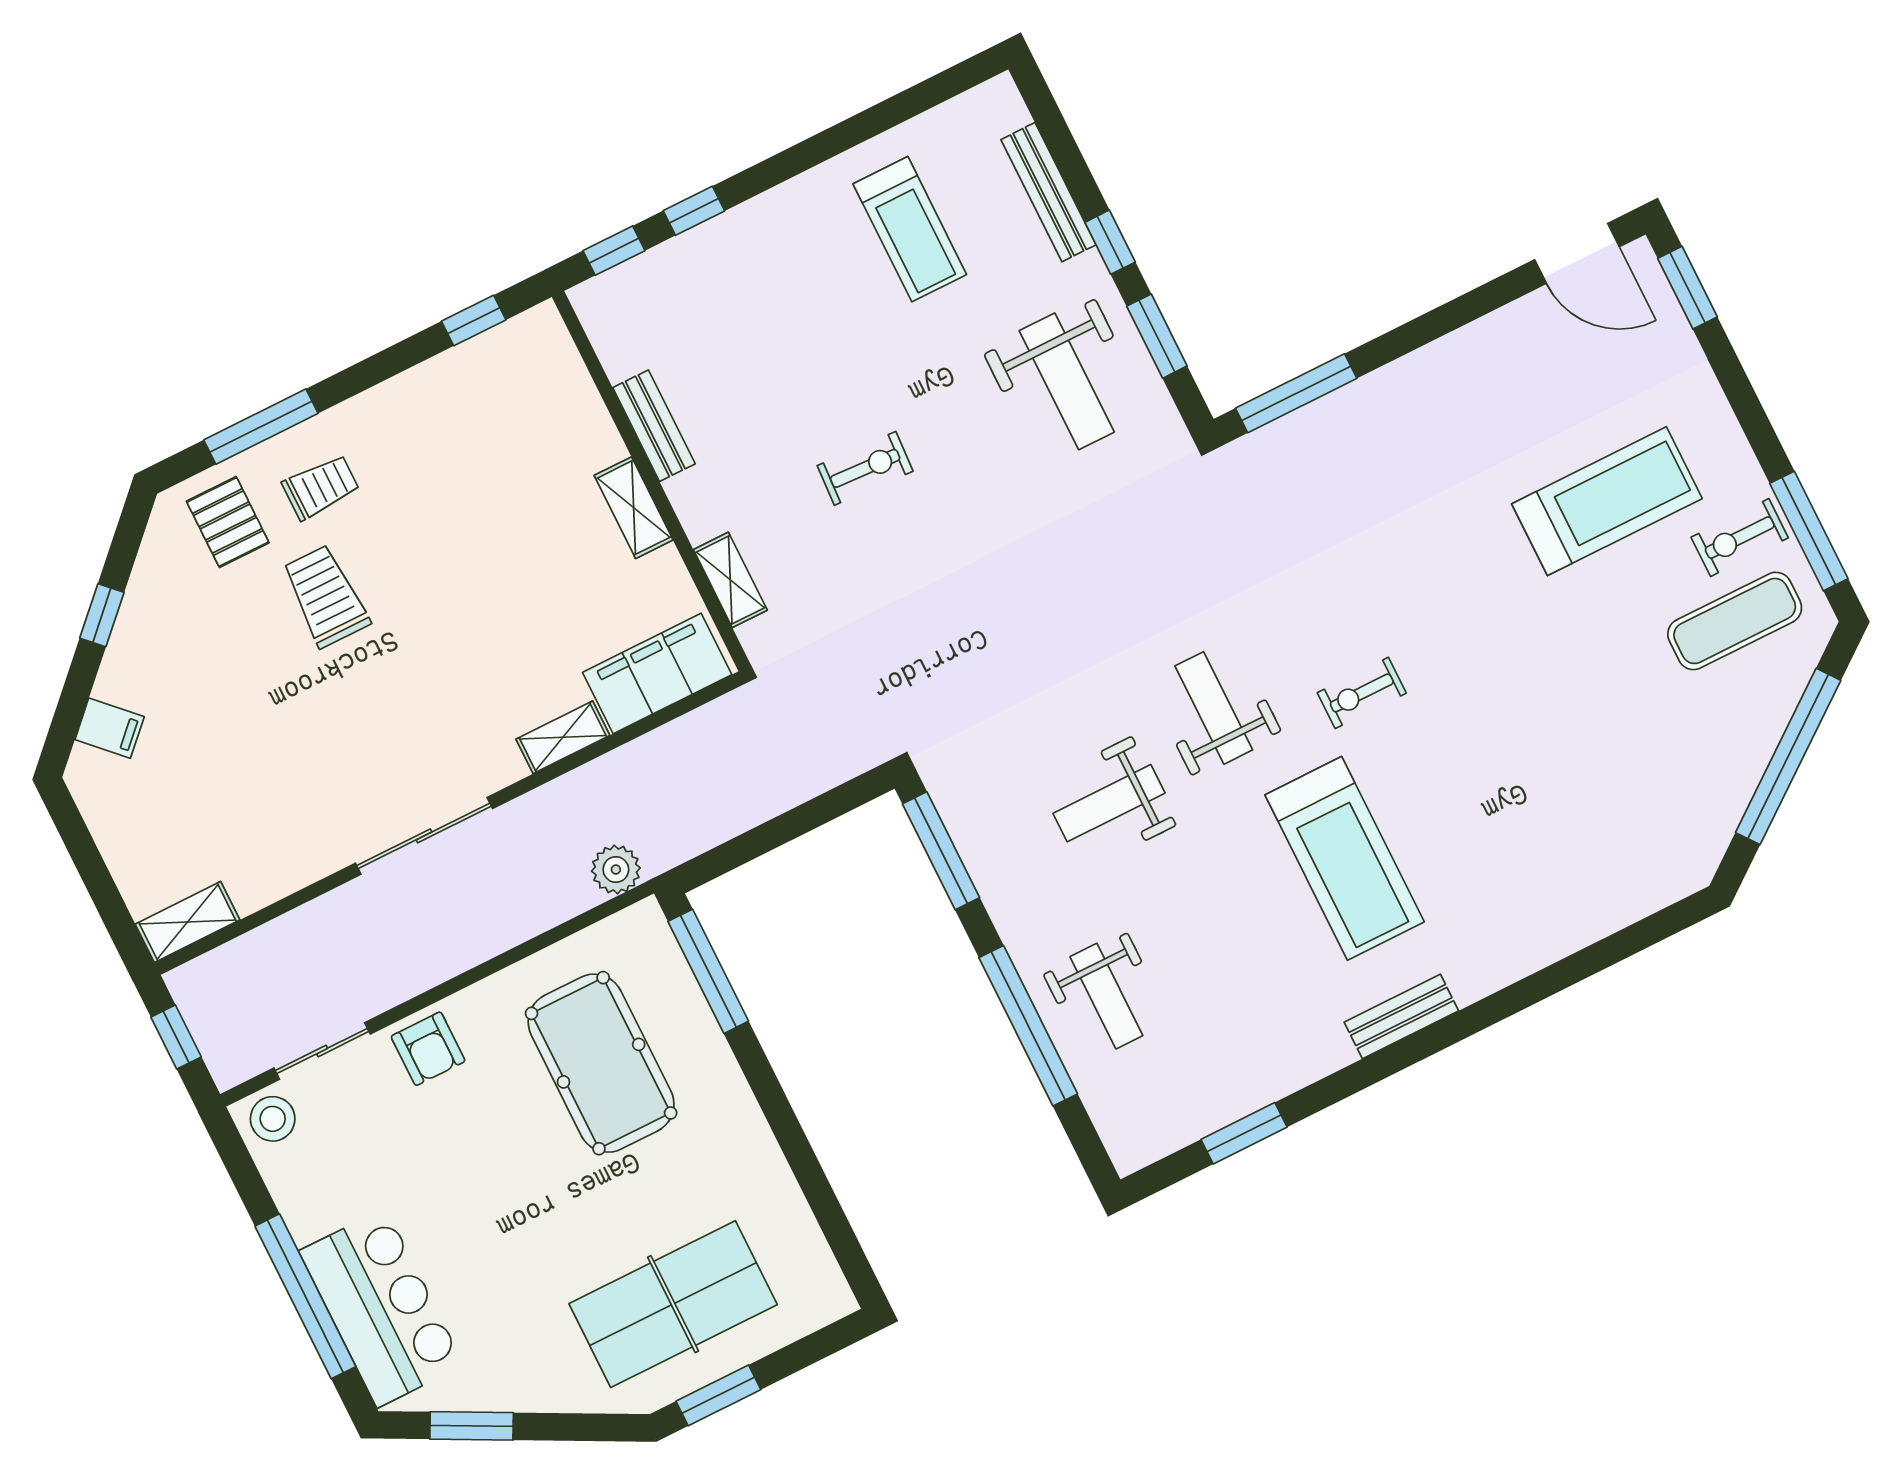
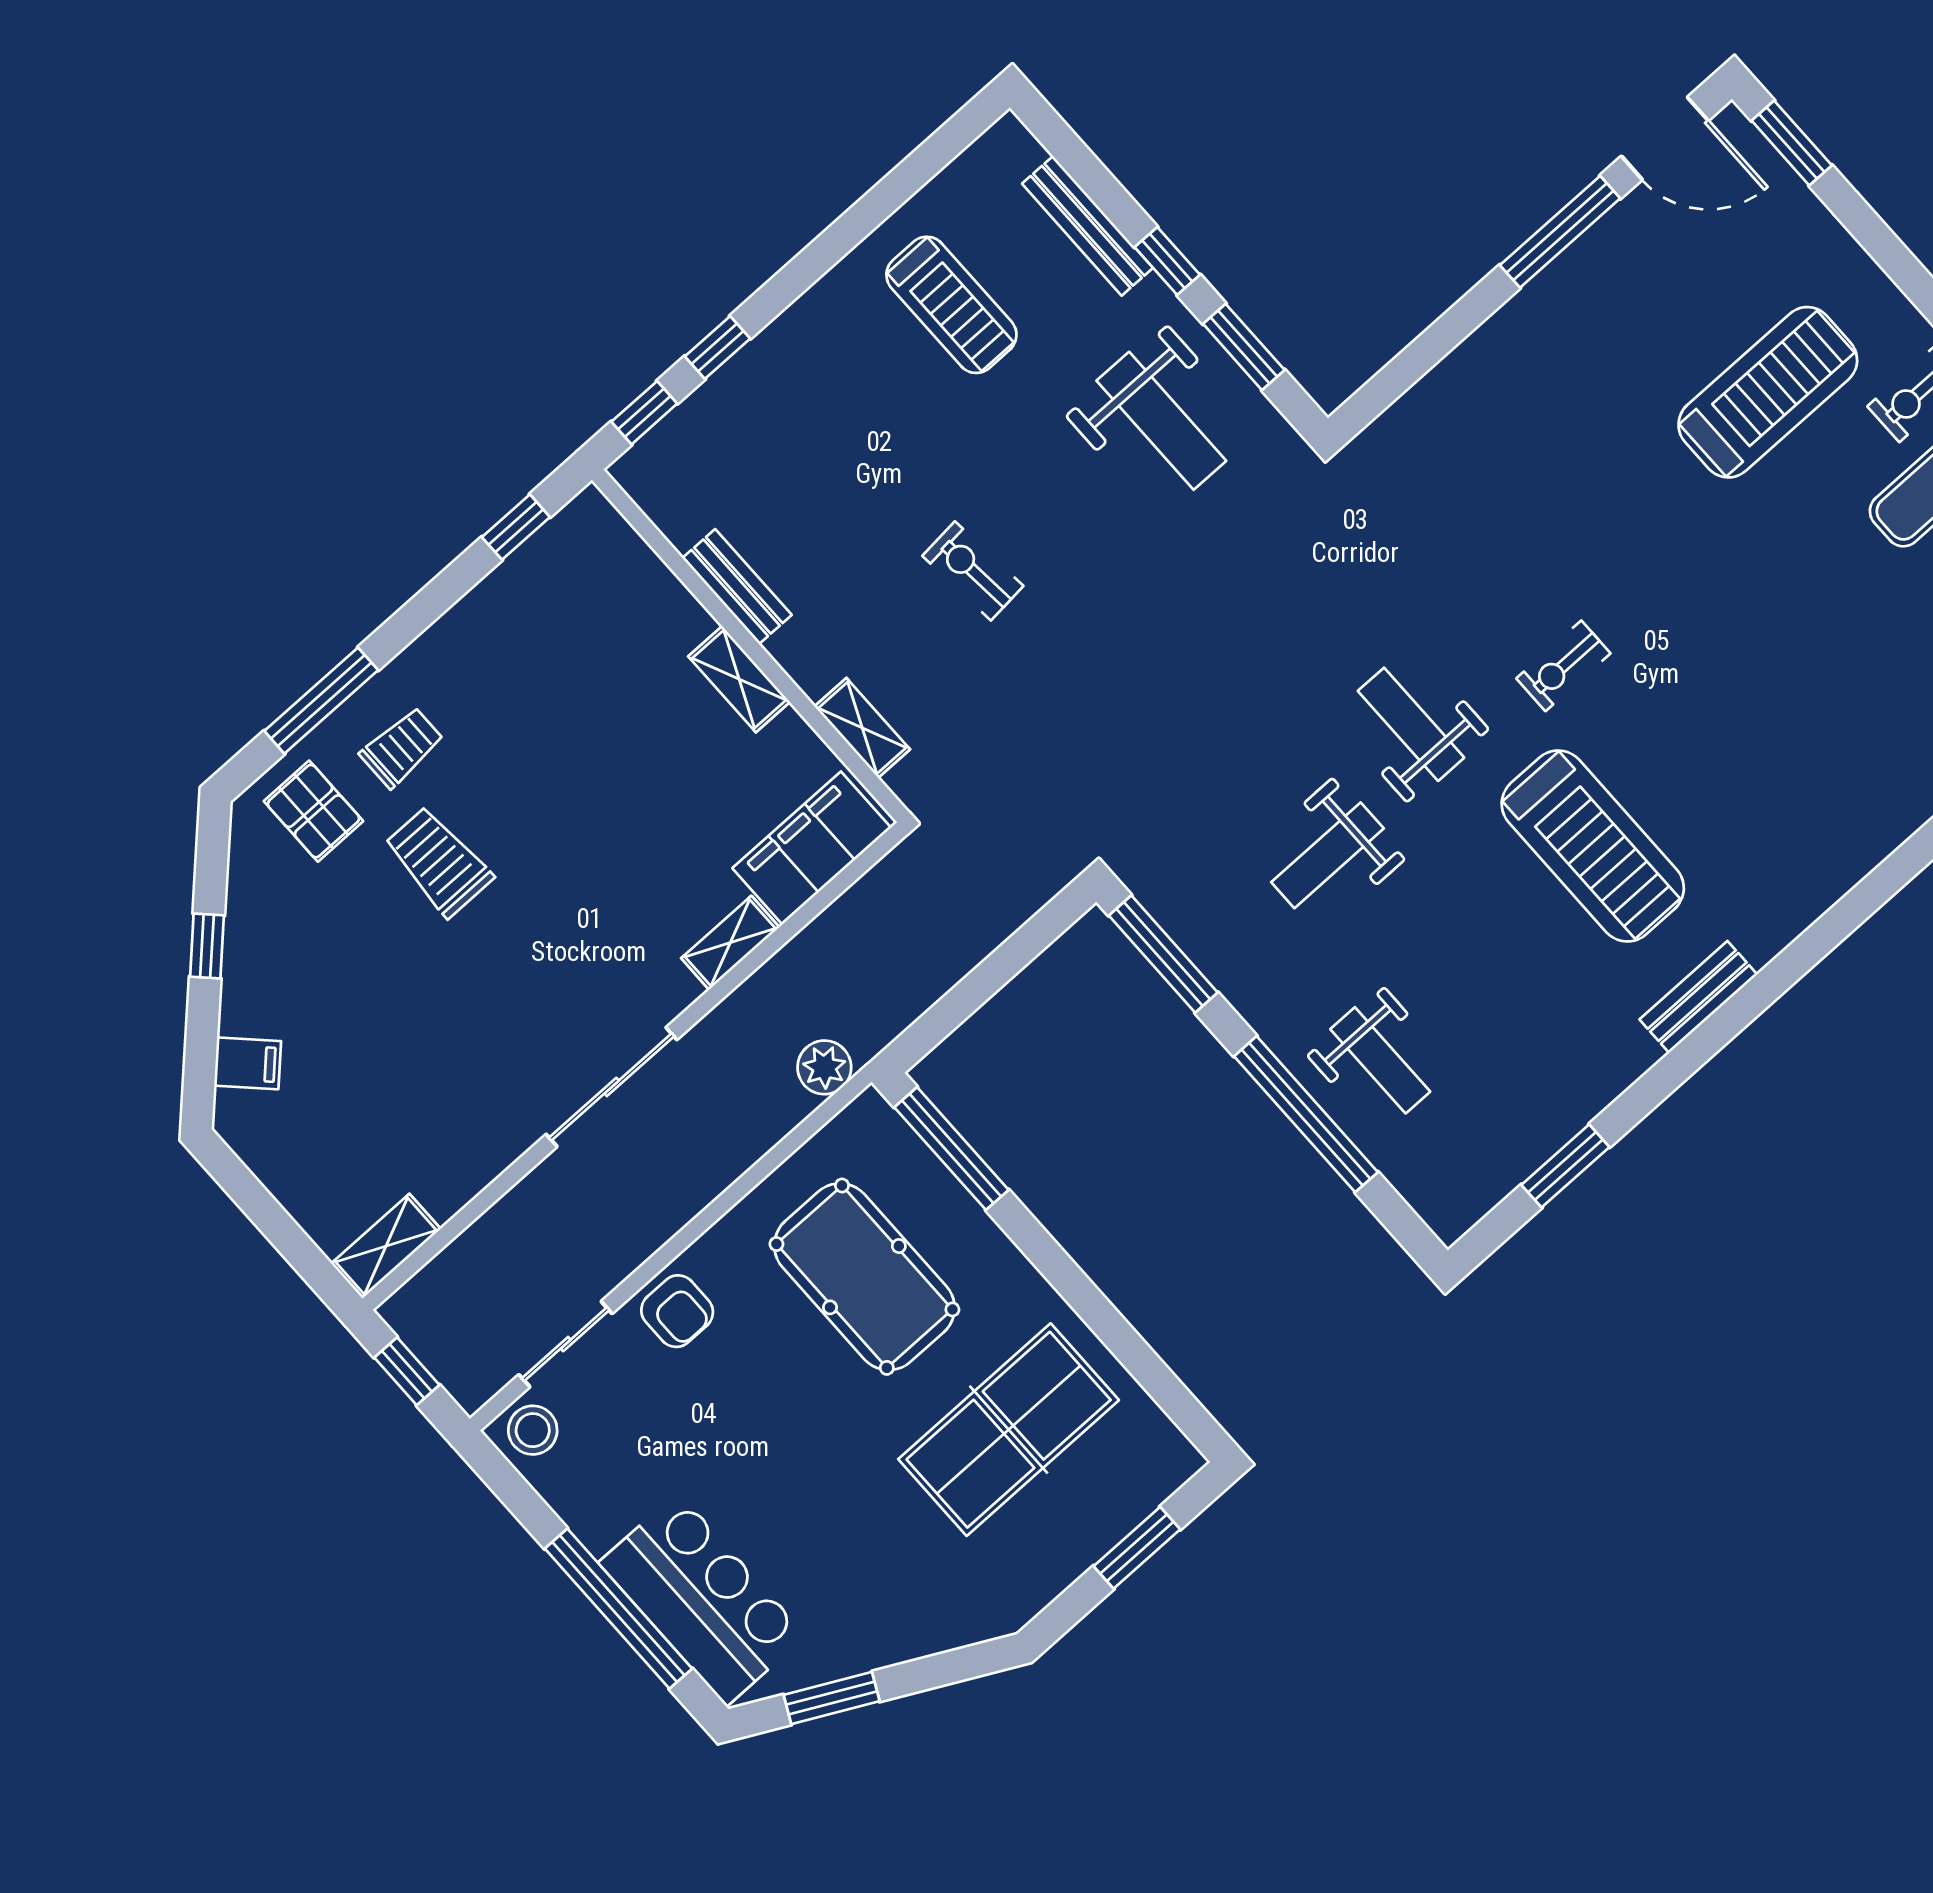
window: (1296, 393) -> (1560, 232), moved
exercise bike: (865, 468) -> (973, 571), turned -98
table tennis table: (673, 1304) -> (1009, 1430), moved
window: (718, 1395) -> (1137, 1548), moved

